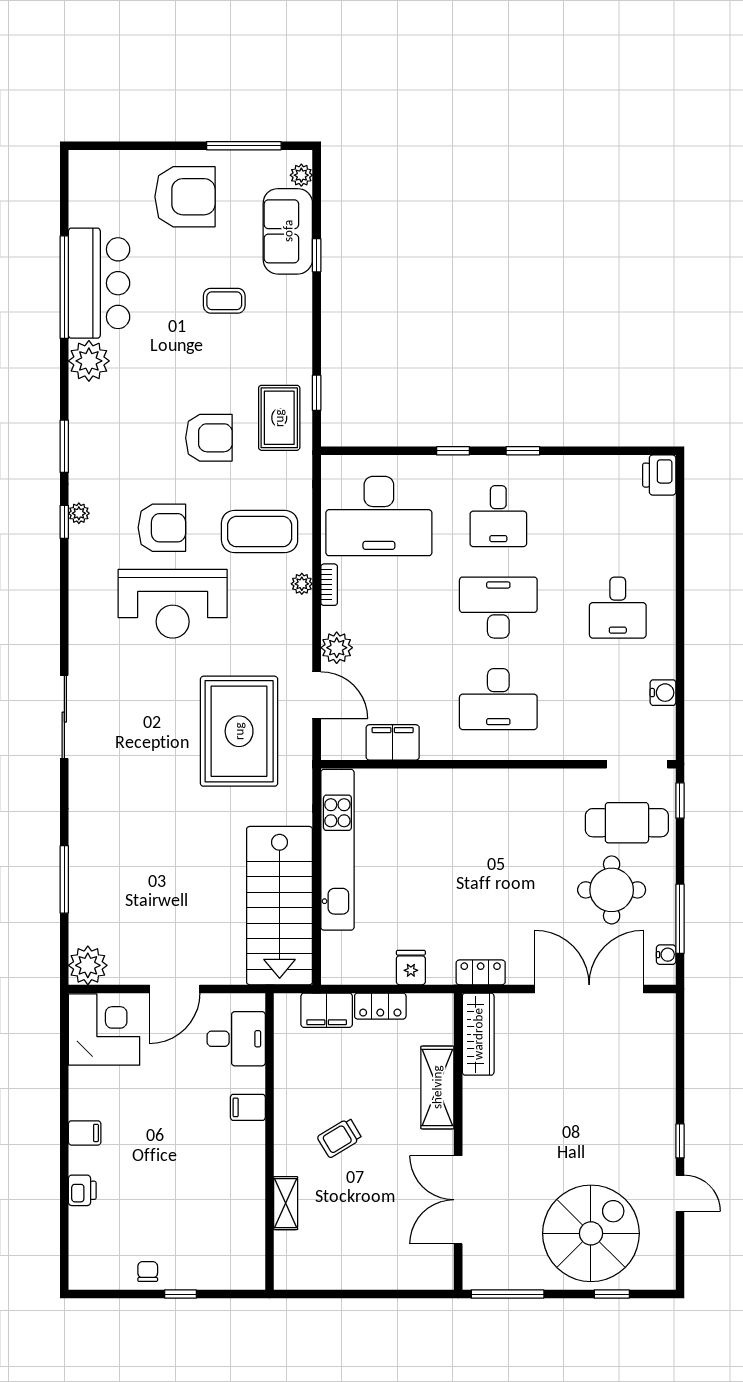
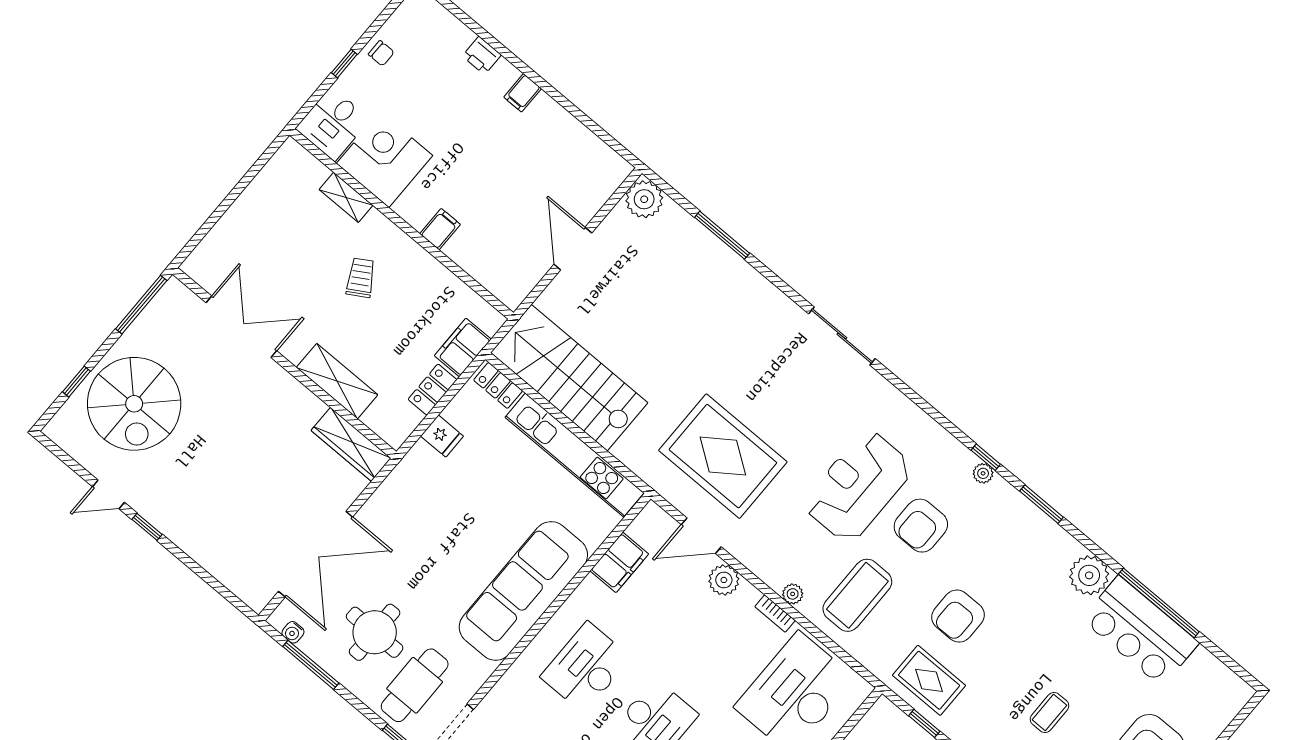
sofa: (479, 799) -> (523, 591), added
locker: (481, 972) -> (498, 385), moved, turned 90
corner desk: (104, 1030) -> (385, 159), moved, turned 180
desk: (236, 1039) -> (333, 124), moved

